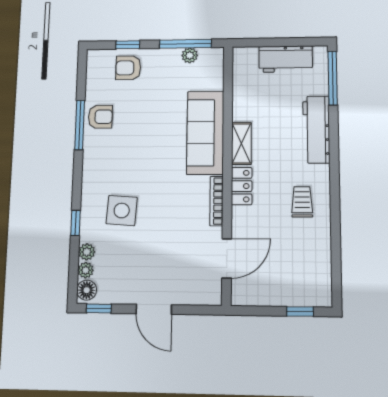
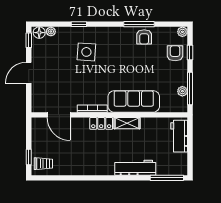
workbench: (286, 59) -> (179, 136), moved
trolley: (302, 202) -> (43, 164), moved
plant: (87, 252) -> (182, 32), moved

